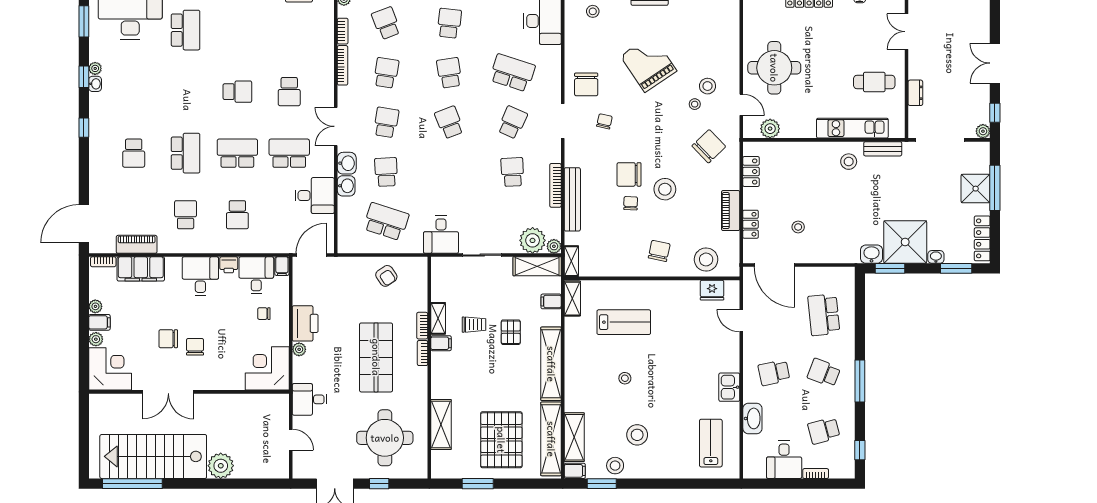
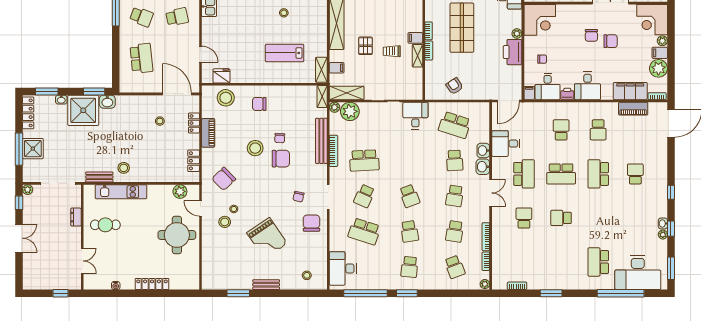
school desk: (289, 153) -> (524, 174), turned -90
school desk: (512, 172) -> (364, 160), width x1.85
chair: (659, 251) -> (259, 104), turned 78
plant: (95, 306) -> (658, 68), width x1.88, depth x1.88

